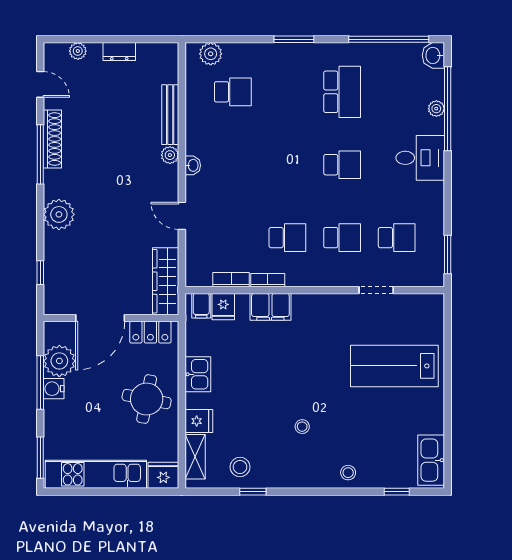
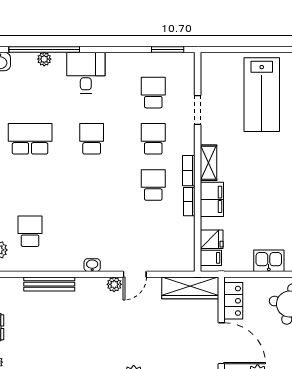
plant: (170, 155) -> (114, 284), moved
bookcase: (231, 280) -> (189, 171), moved
shelving: (314, 303) -> (208, 163), added

